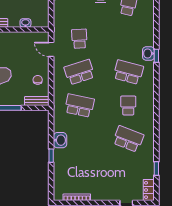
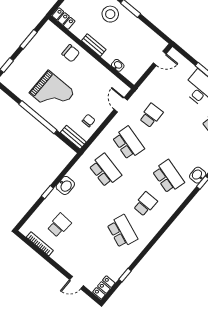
school desk: (79, 72) -> (128, 143), turned 33
school desk: (79, 172) -> (59, 225), added

